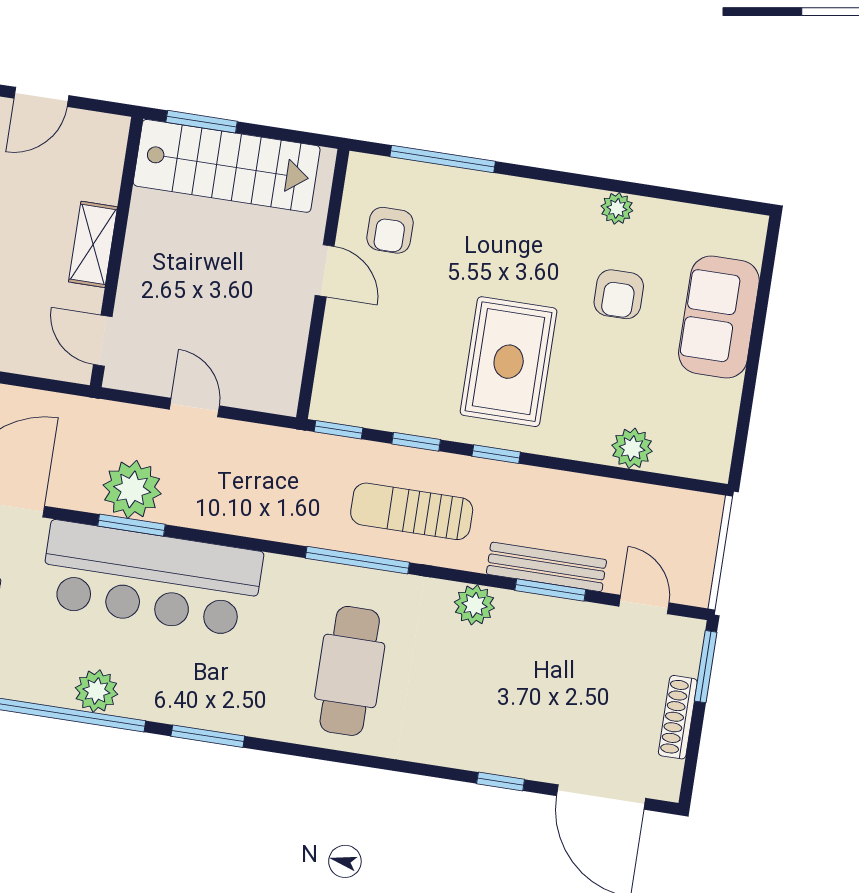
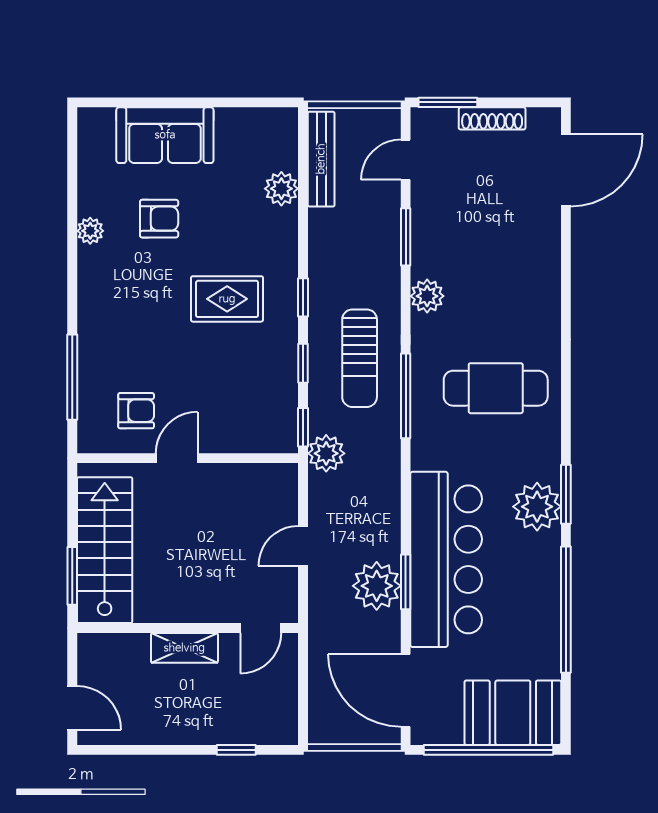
rug: (509, 362) -> (227, 299), width x0.73, depth x0.70
plant: (303, 453) -> (326, 453), added
bench: (546, 567) -> (321, 159), moved
plant: (96, 691) -> (537, 507), moved, width x1.36, depth x1.36
window: (501, 782) -> (566, 253), removed

